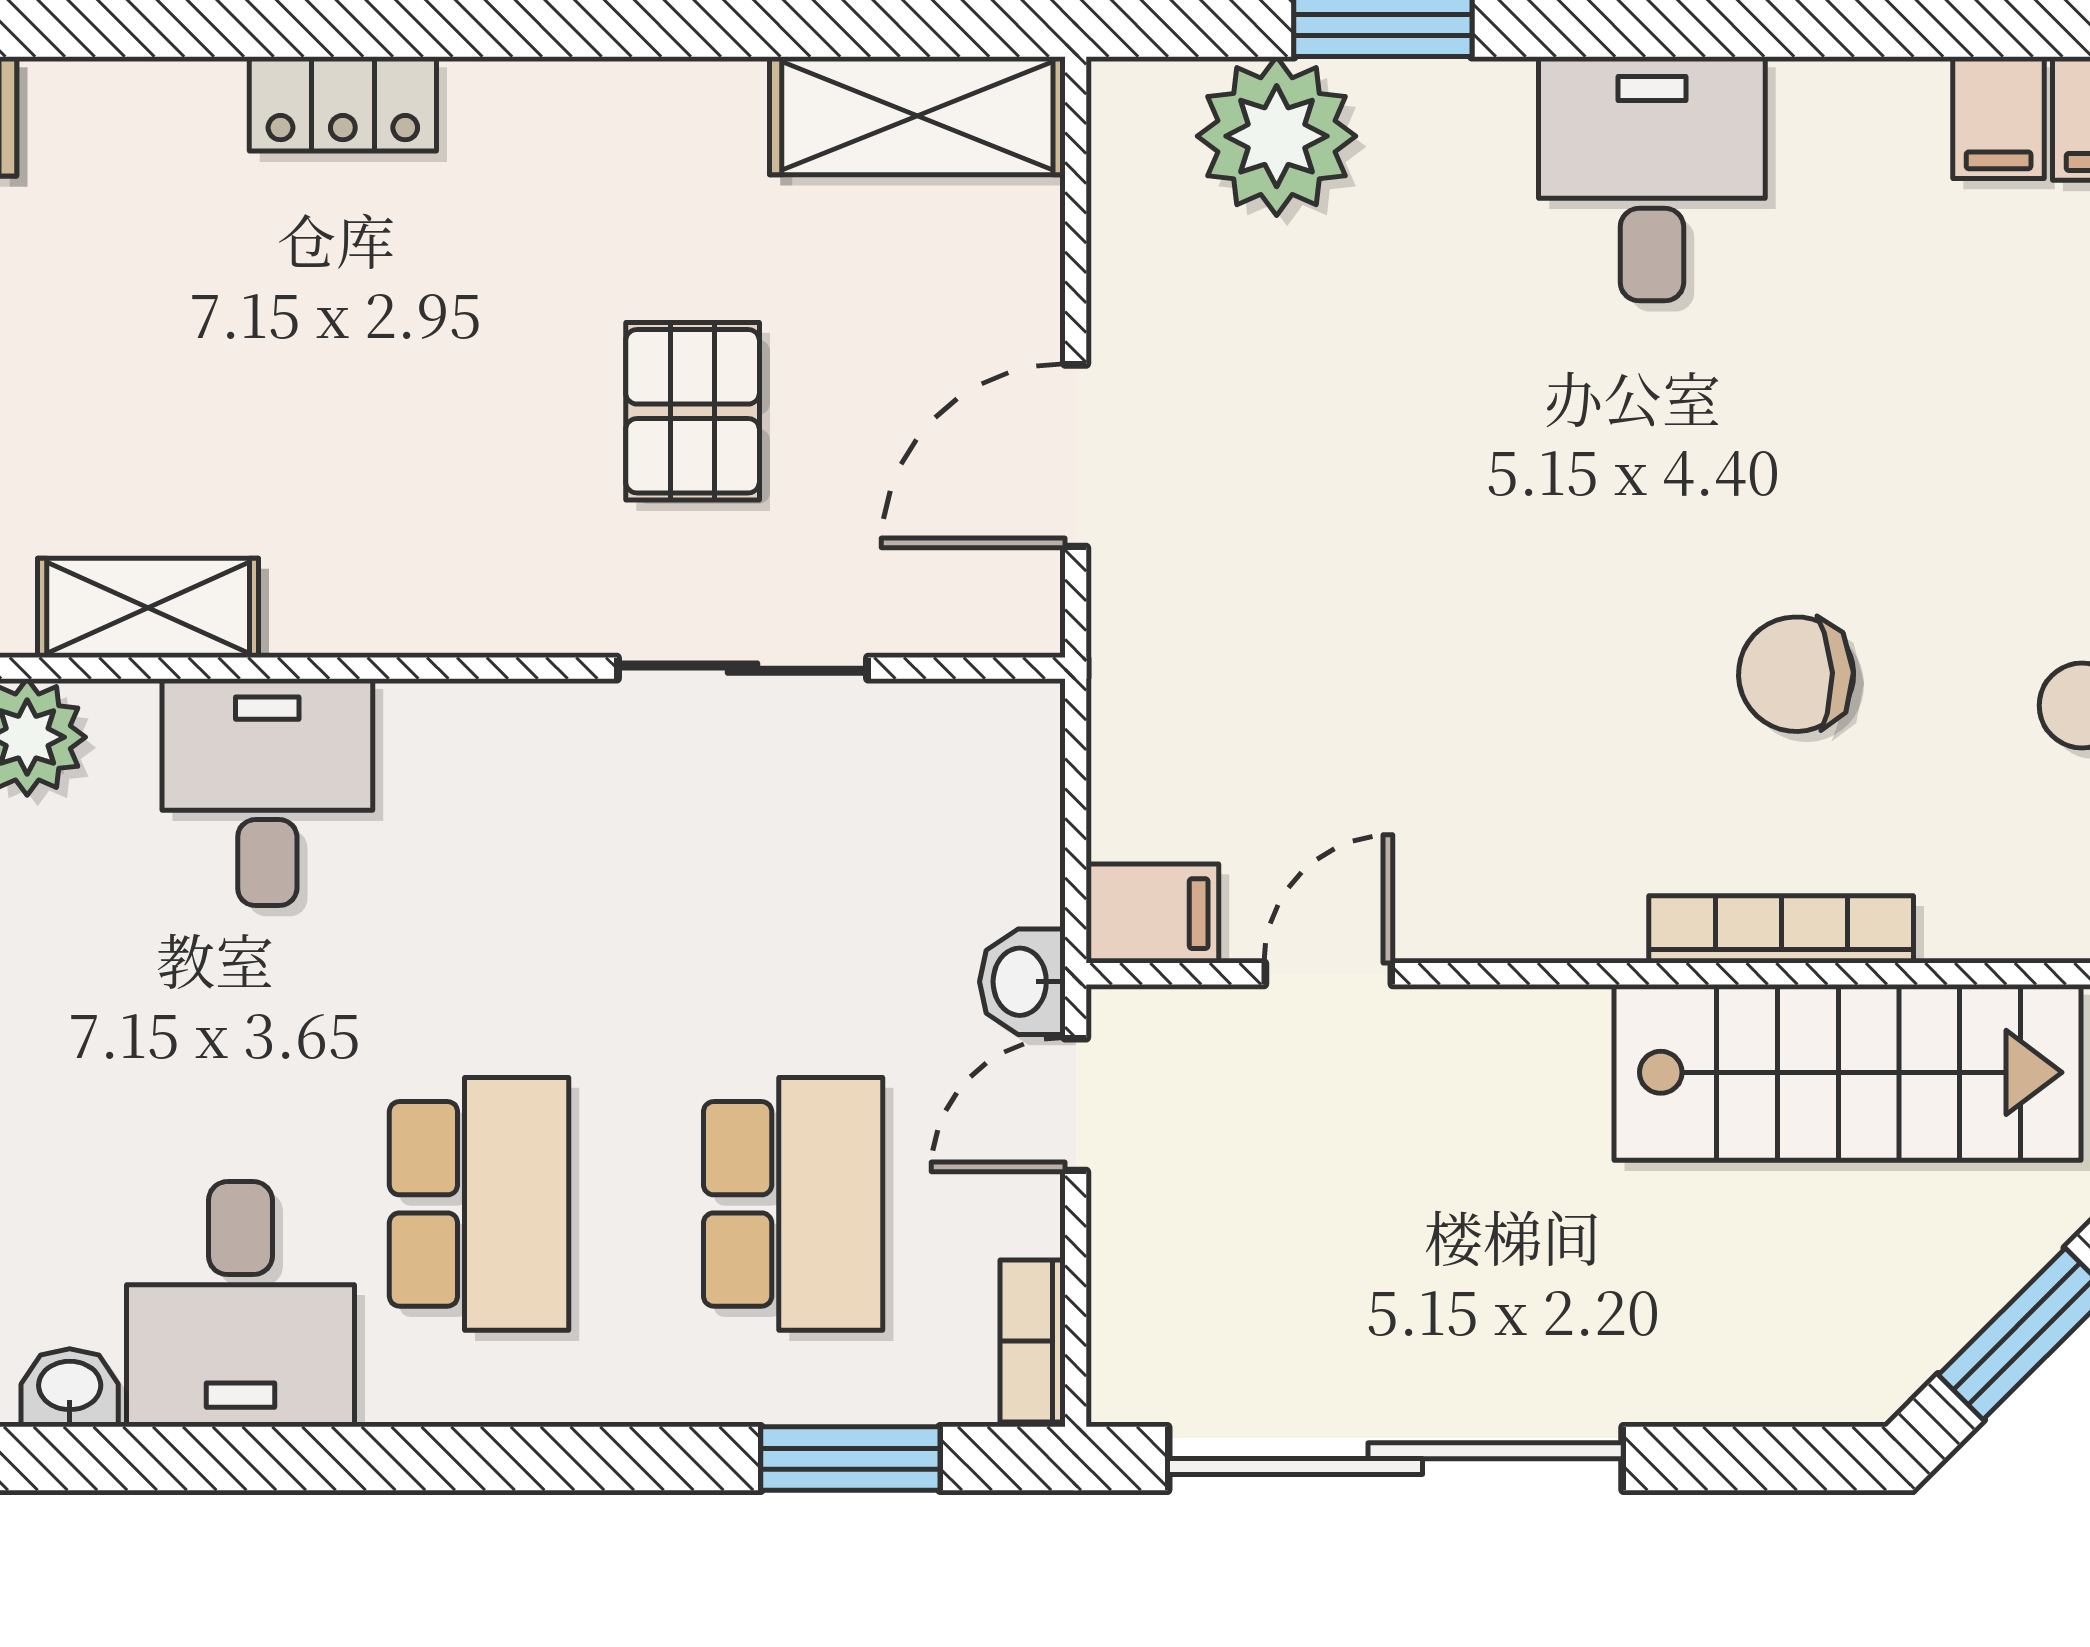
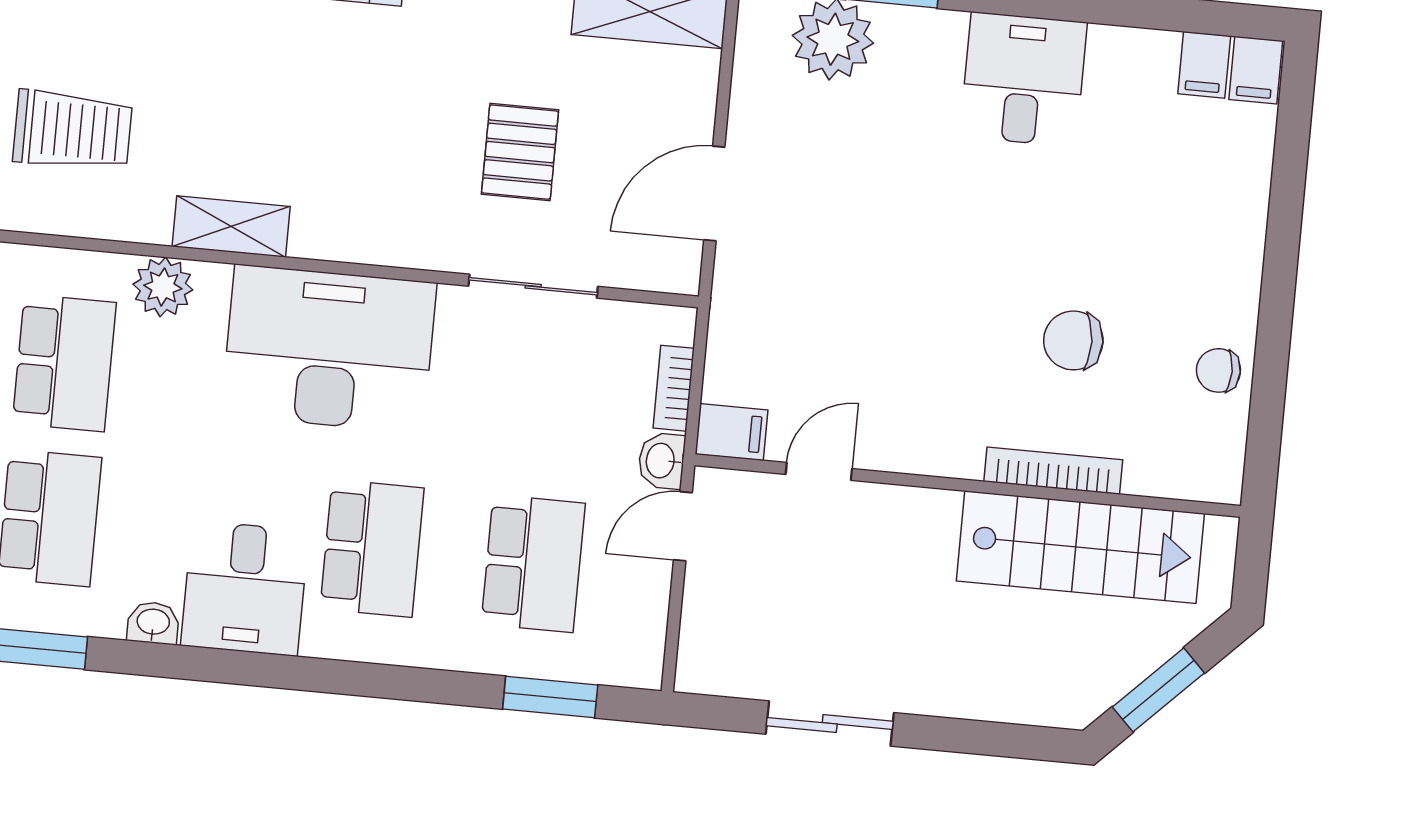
desk: (267, 792) -> (329, 349), width x1.87, depth x1.30
bookcase: (1033, 1341) -> (674, 388), moved
sliding door: (1395, 1459) -> (830, 723), width x0.54

